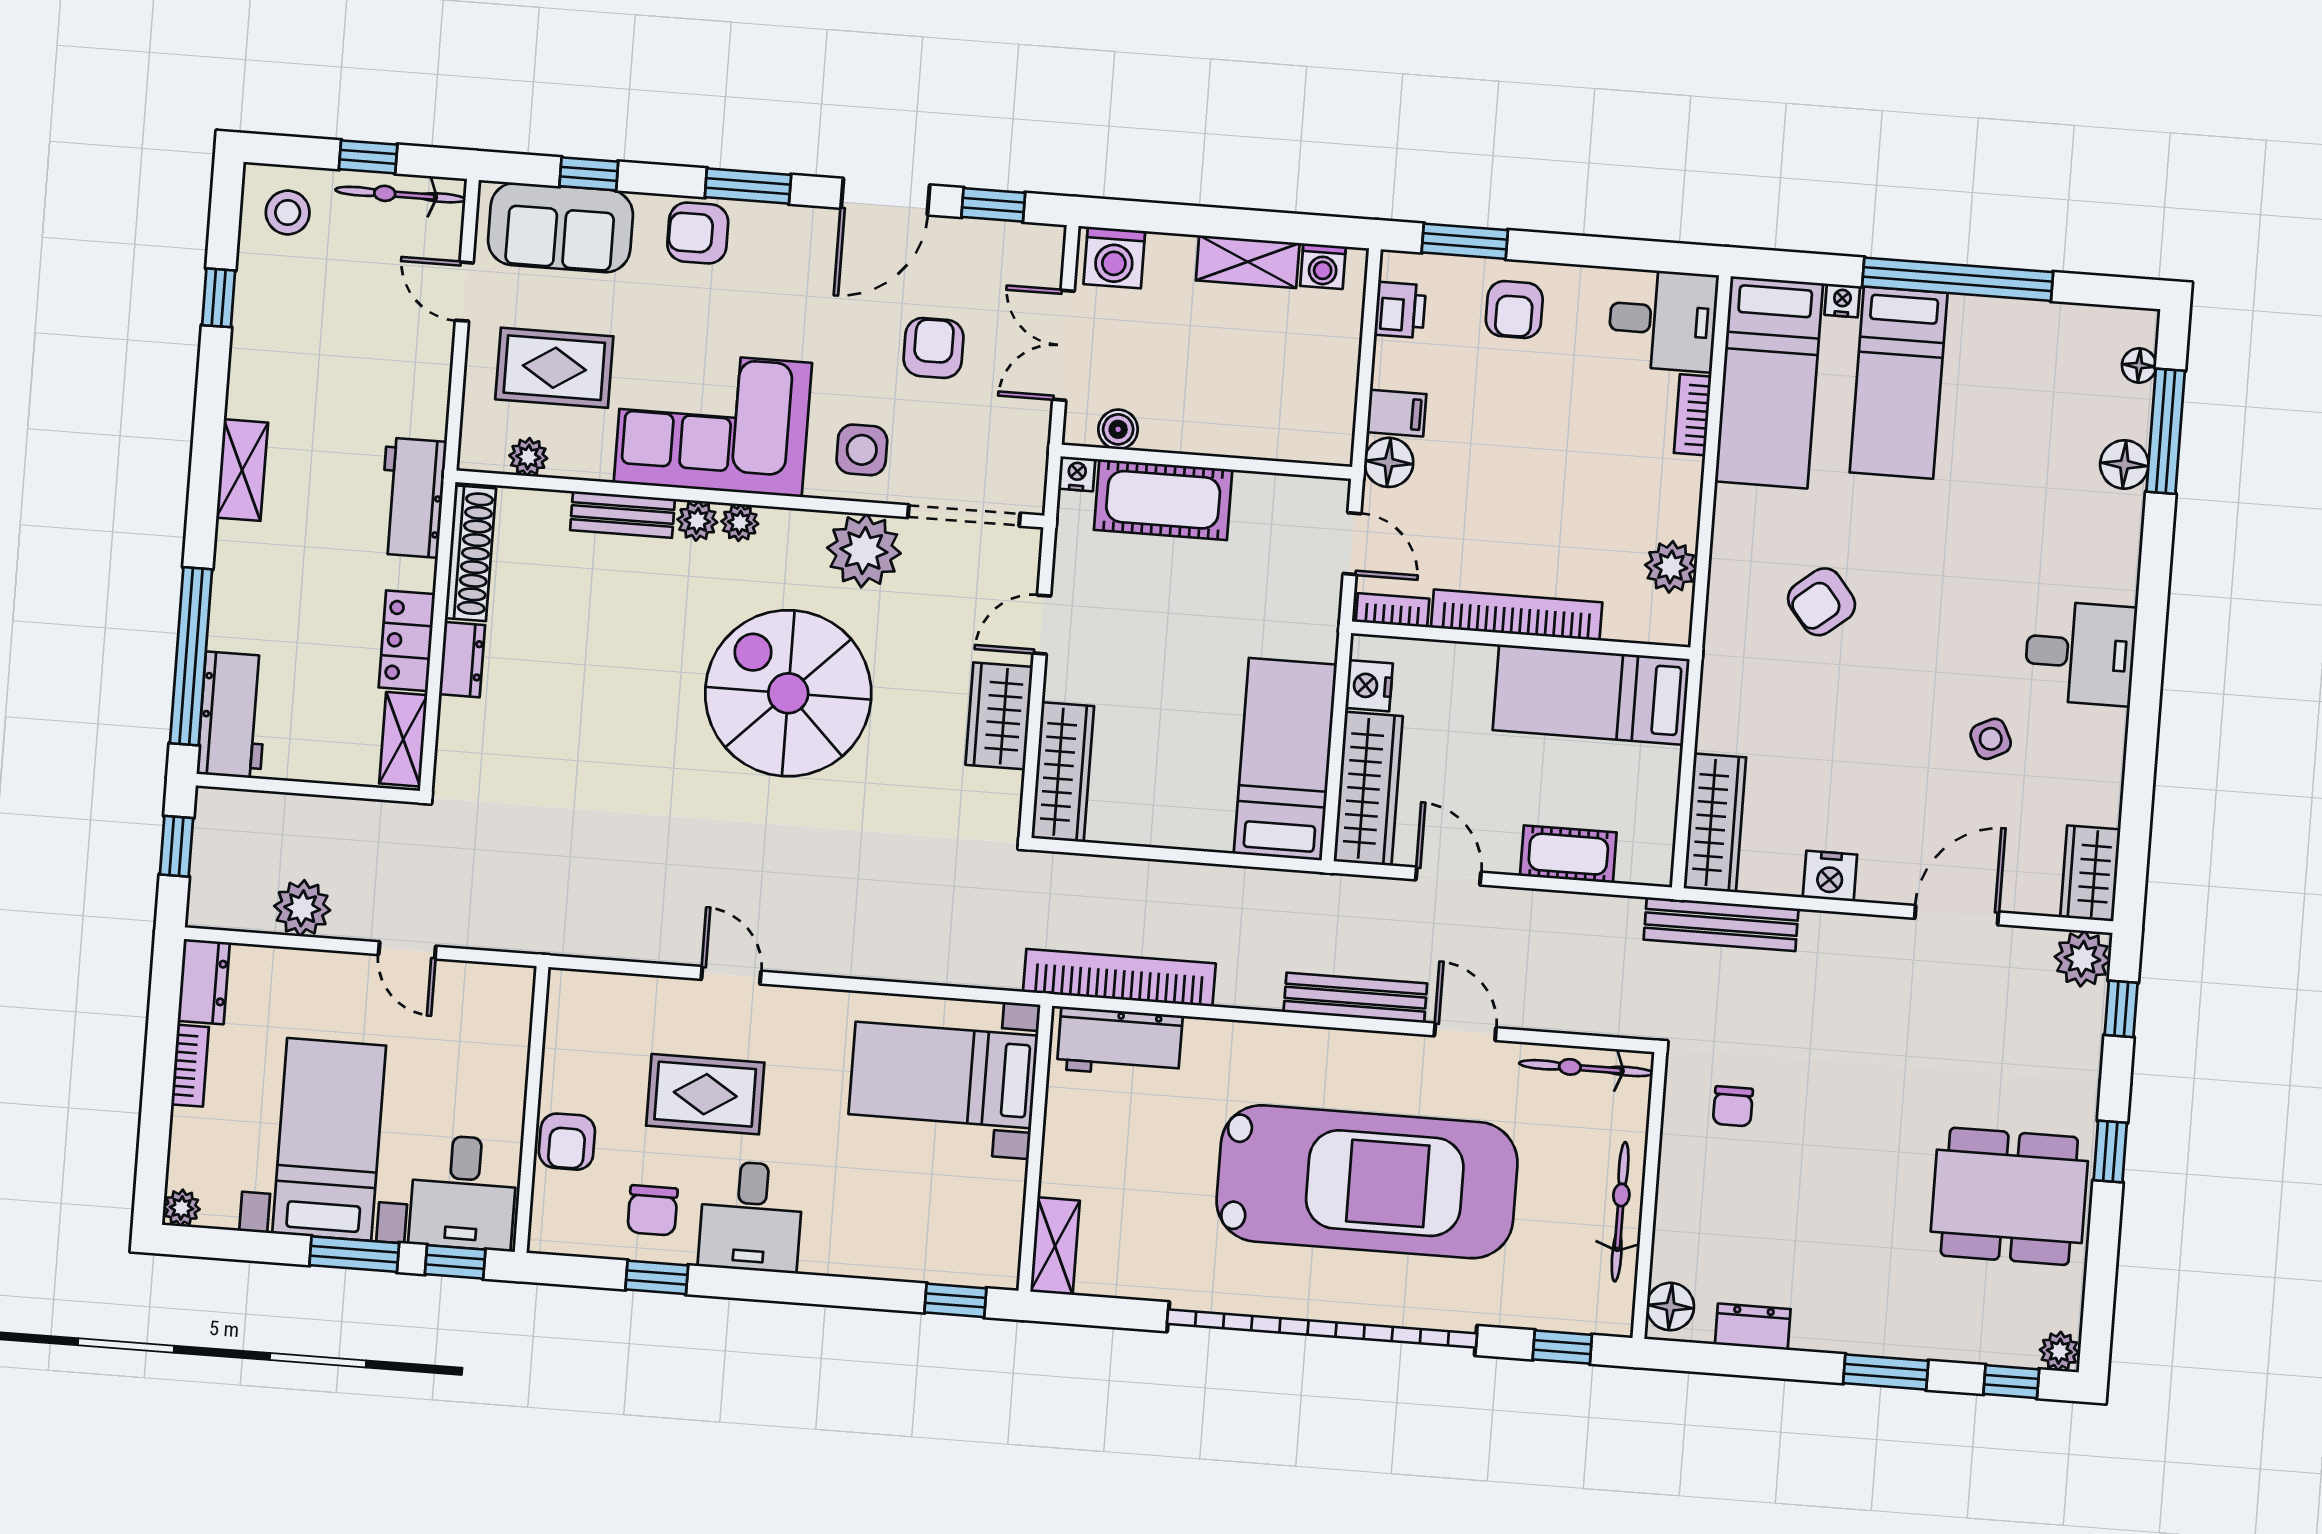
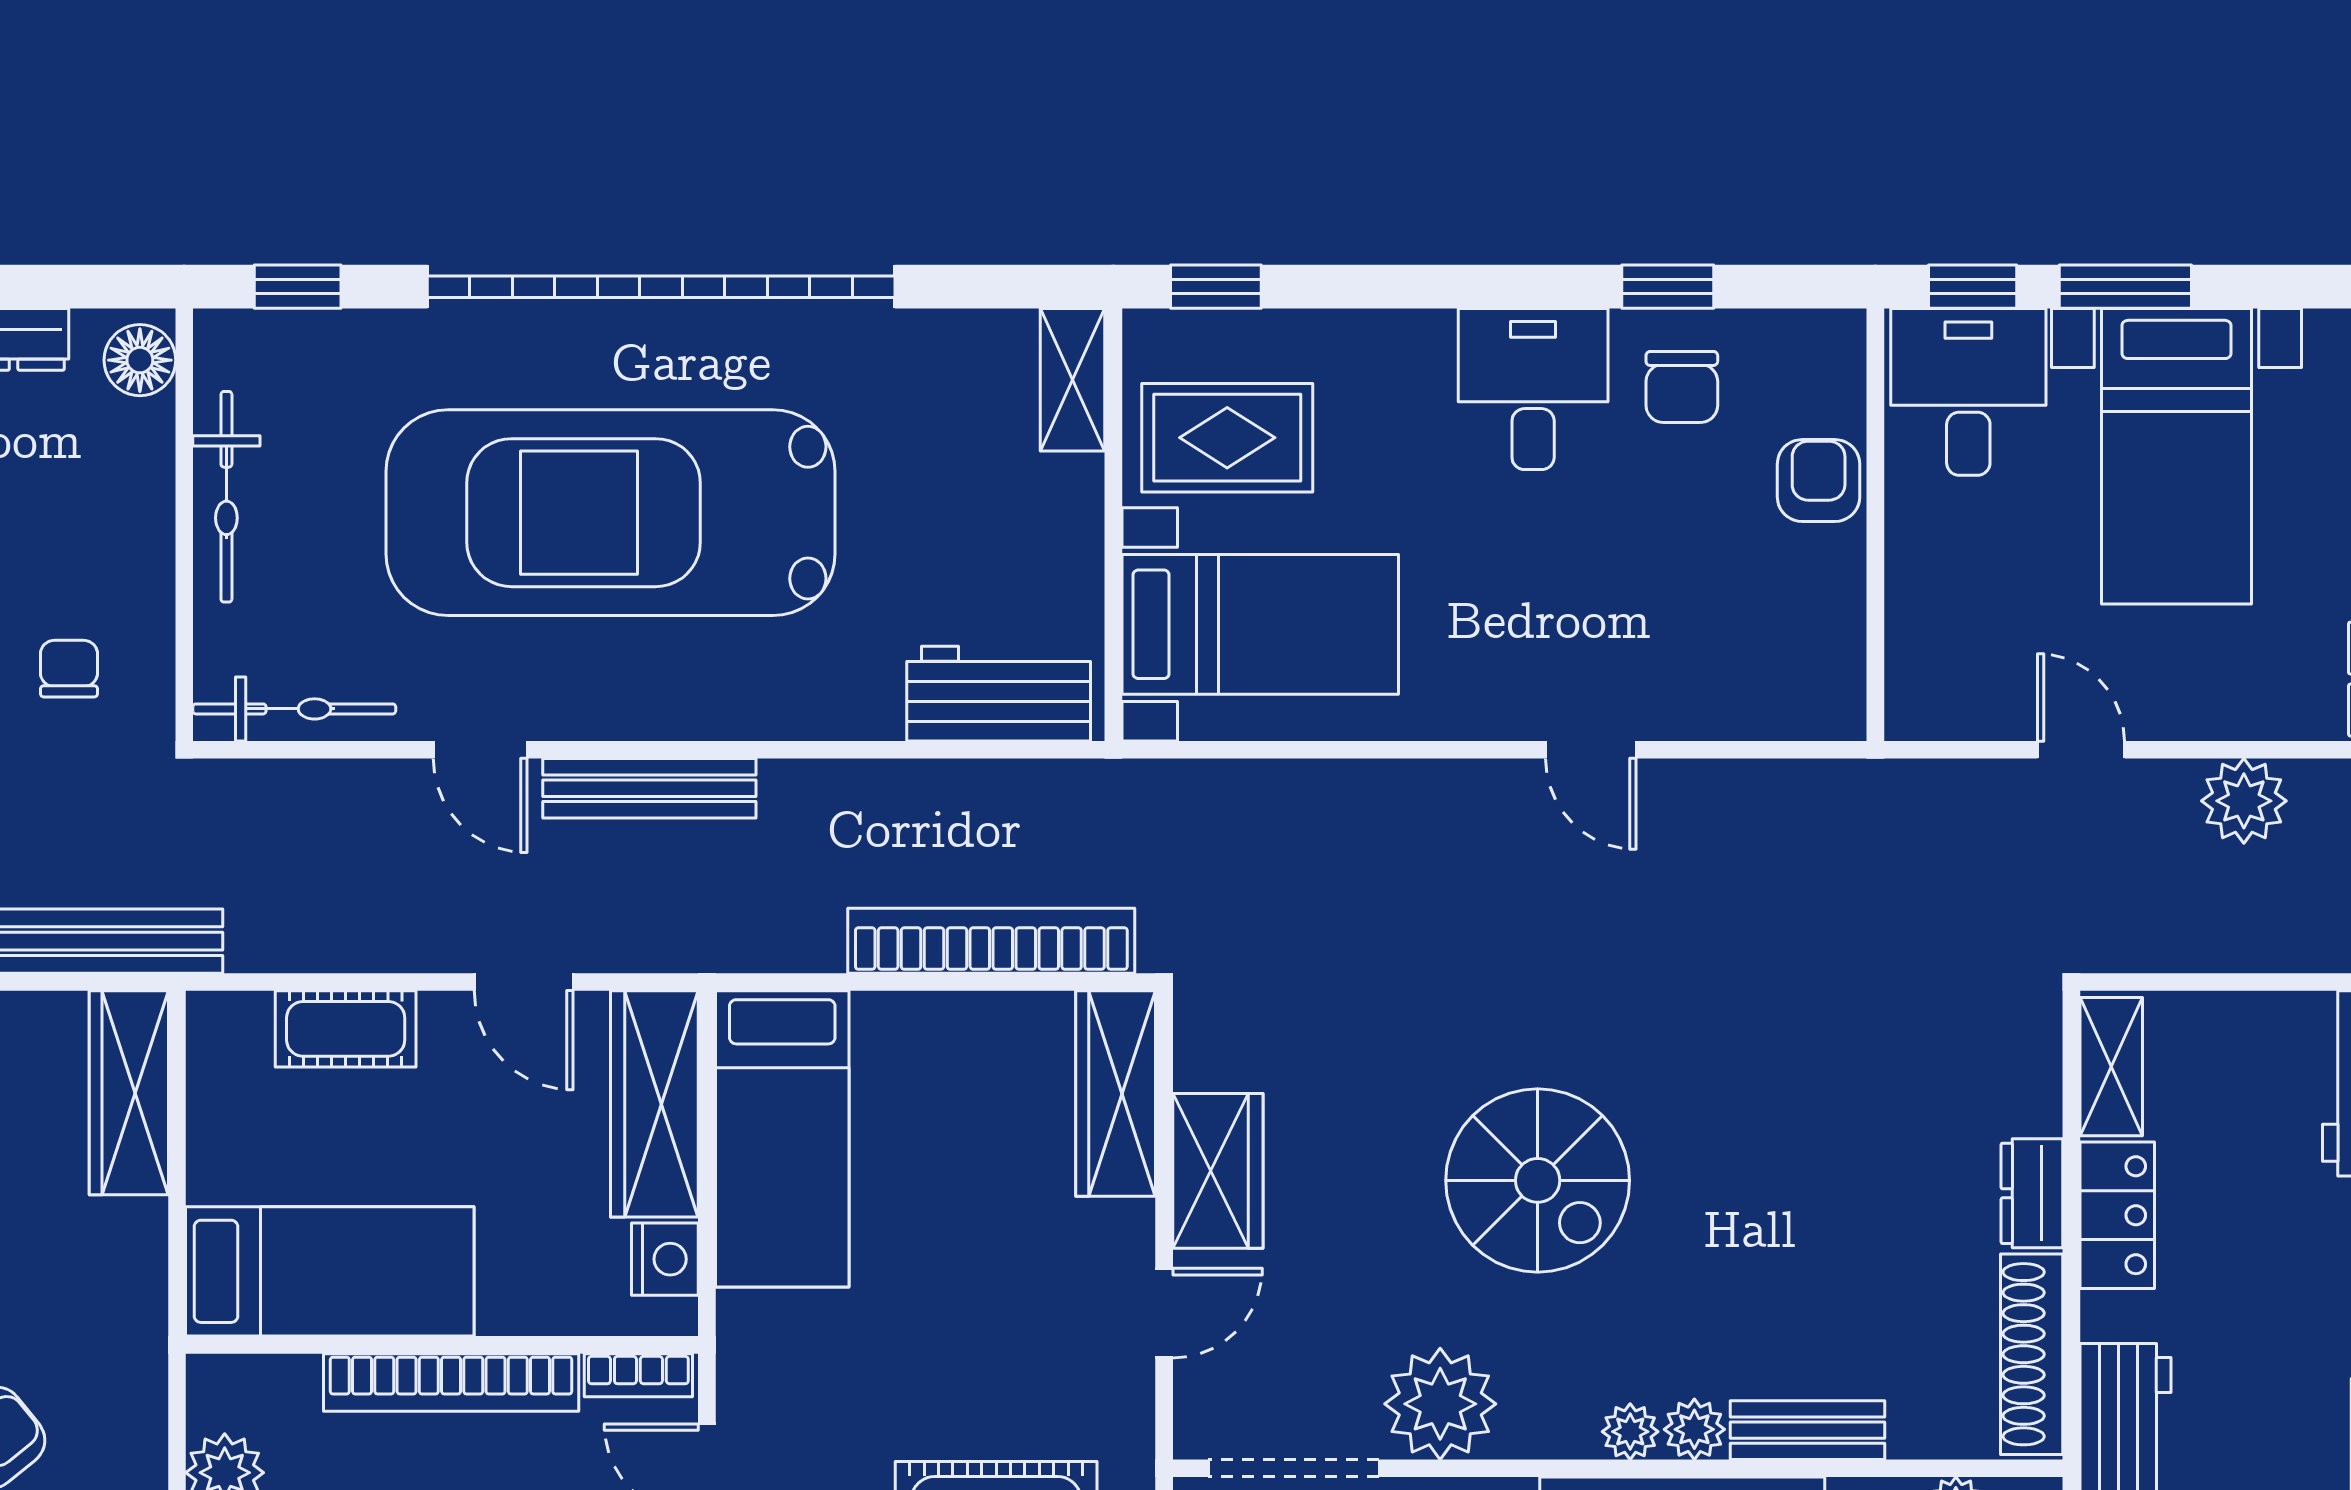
spiral stairs: (788, 693) -> (1538, 1180), width x0.73, depth x0.73
bookcase: (1119, 978) -> (991, 941), moved, turned 180
rug: (705, 1094) -> (1227, 438), moved
chair: (653, 1210) -> (1682, 387), turned 180

